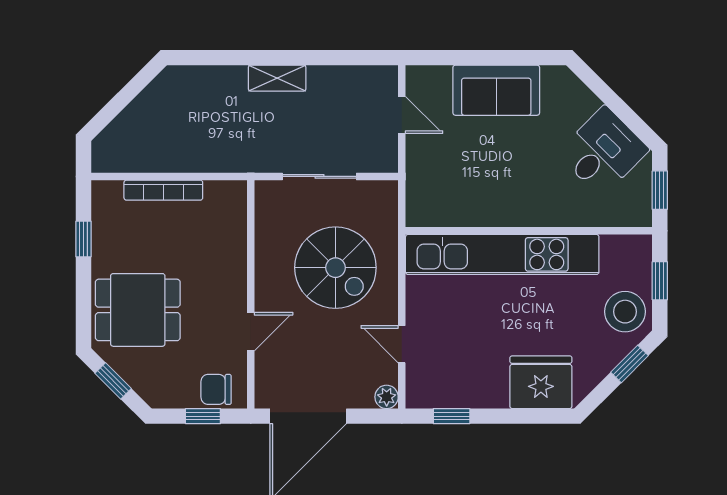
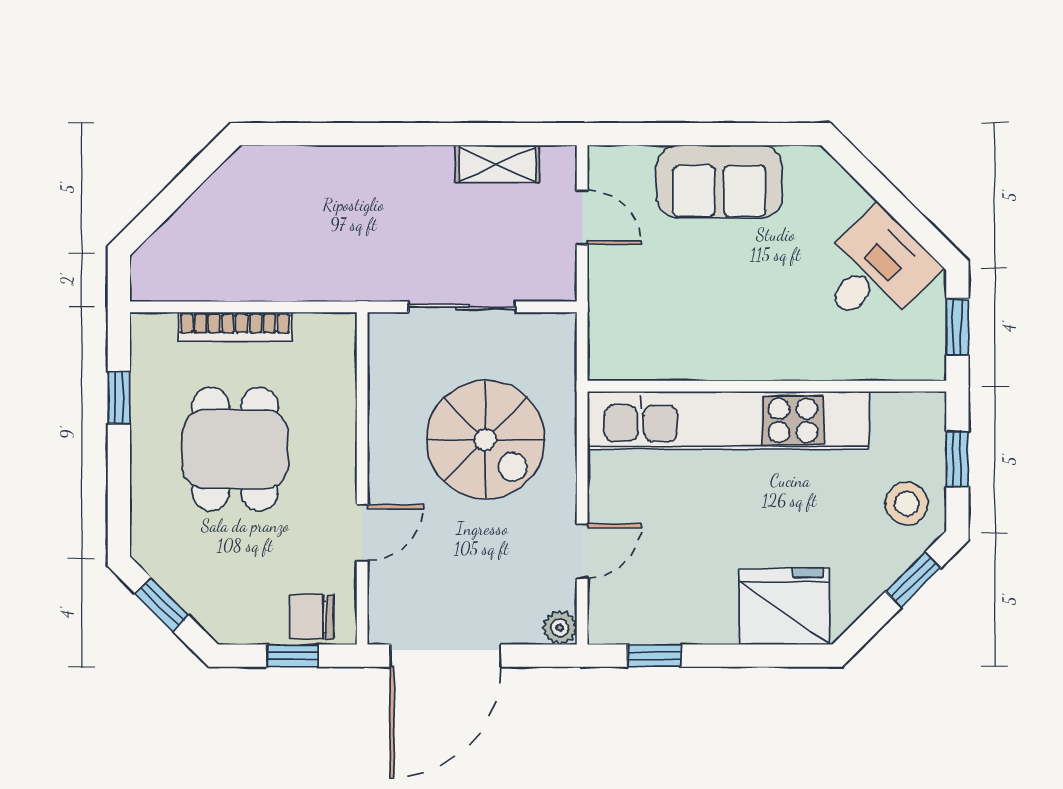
shelving: (277, 78) -> (497, 164), moved
dining table: (138, 310) -> (235, 449), moved, turned 90
stool: (625, 312) -> (907, 504), width x0.73, depth x0.73
door: (402, 344) -> (582, 551), swing flipped

